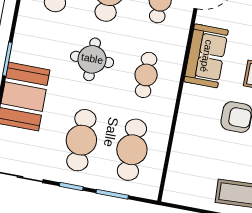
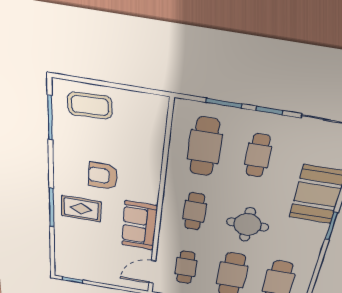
cafe table: (81, 140) -> (258, 156), width x0.73, depth x0.74

